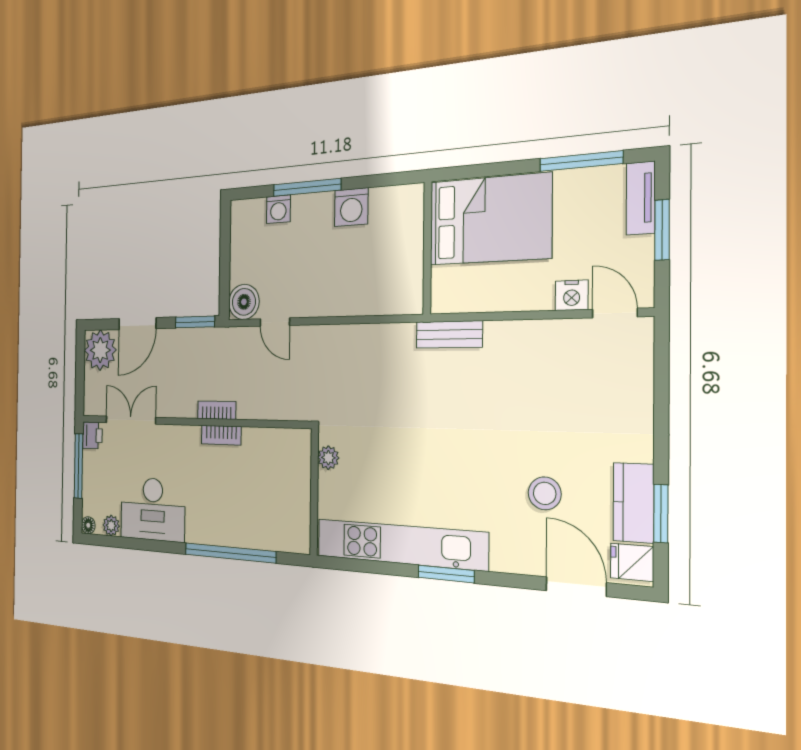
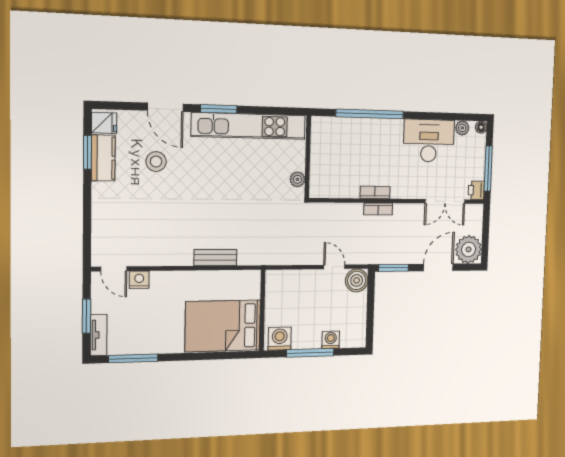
bed: (490, 219) -> (223, 326), moved
wall: (427, 248) -> (262, 310), moved
door: (576, 587) -> (165, 107), moved

